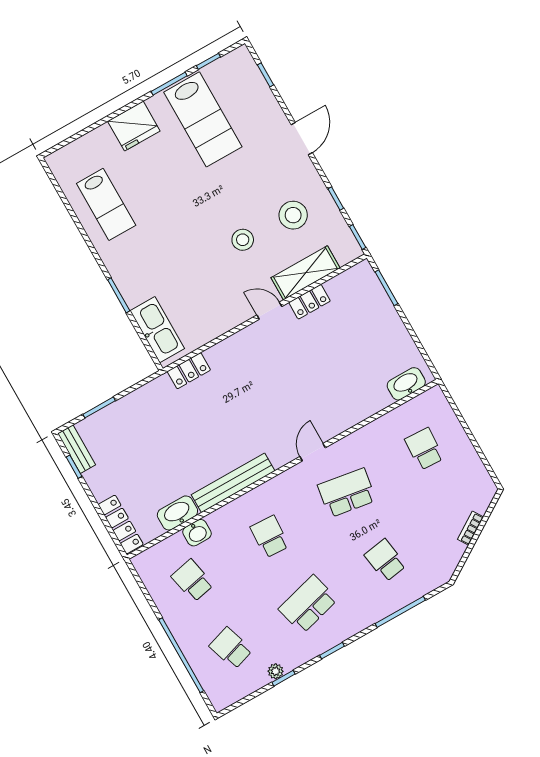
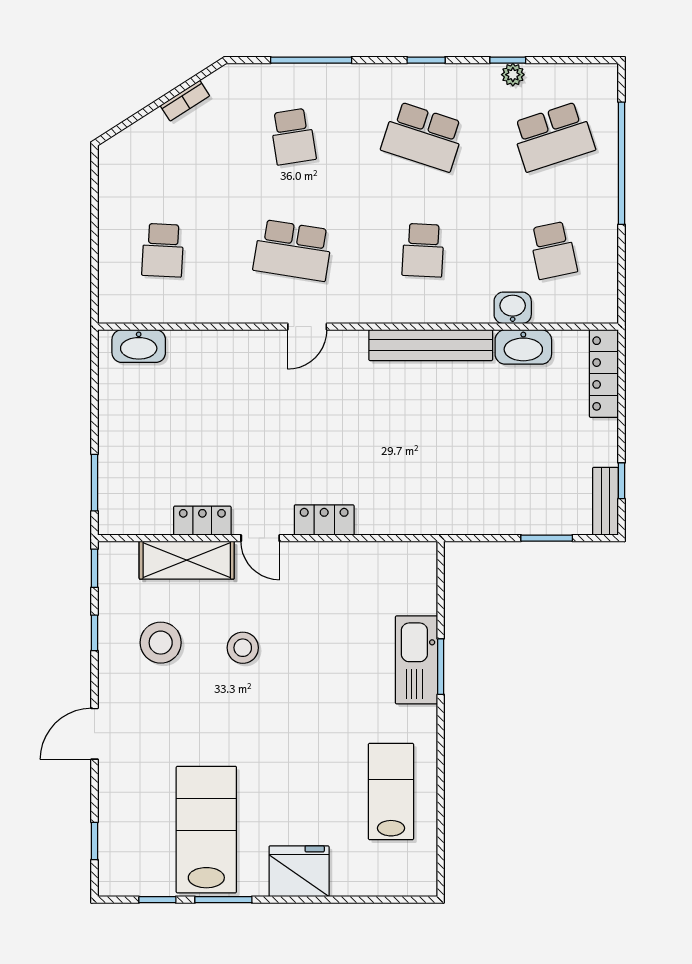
kitchen sink: (157, 330) -> (416, 660), moved
locker: (189, 371) -> (324, 520), moved
bookcase: (471, 528) -> (185, 101), moved
school desk: (308, 604) -> (423, 137), turned 33
school desk: (231, 648) -> (553, 137), width x1.85

